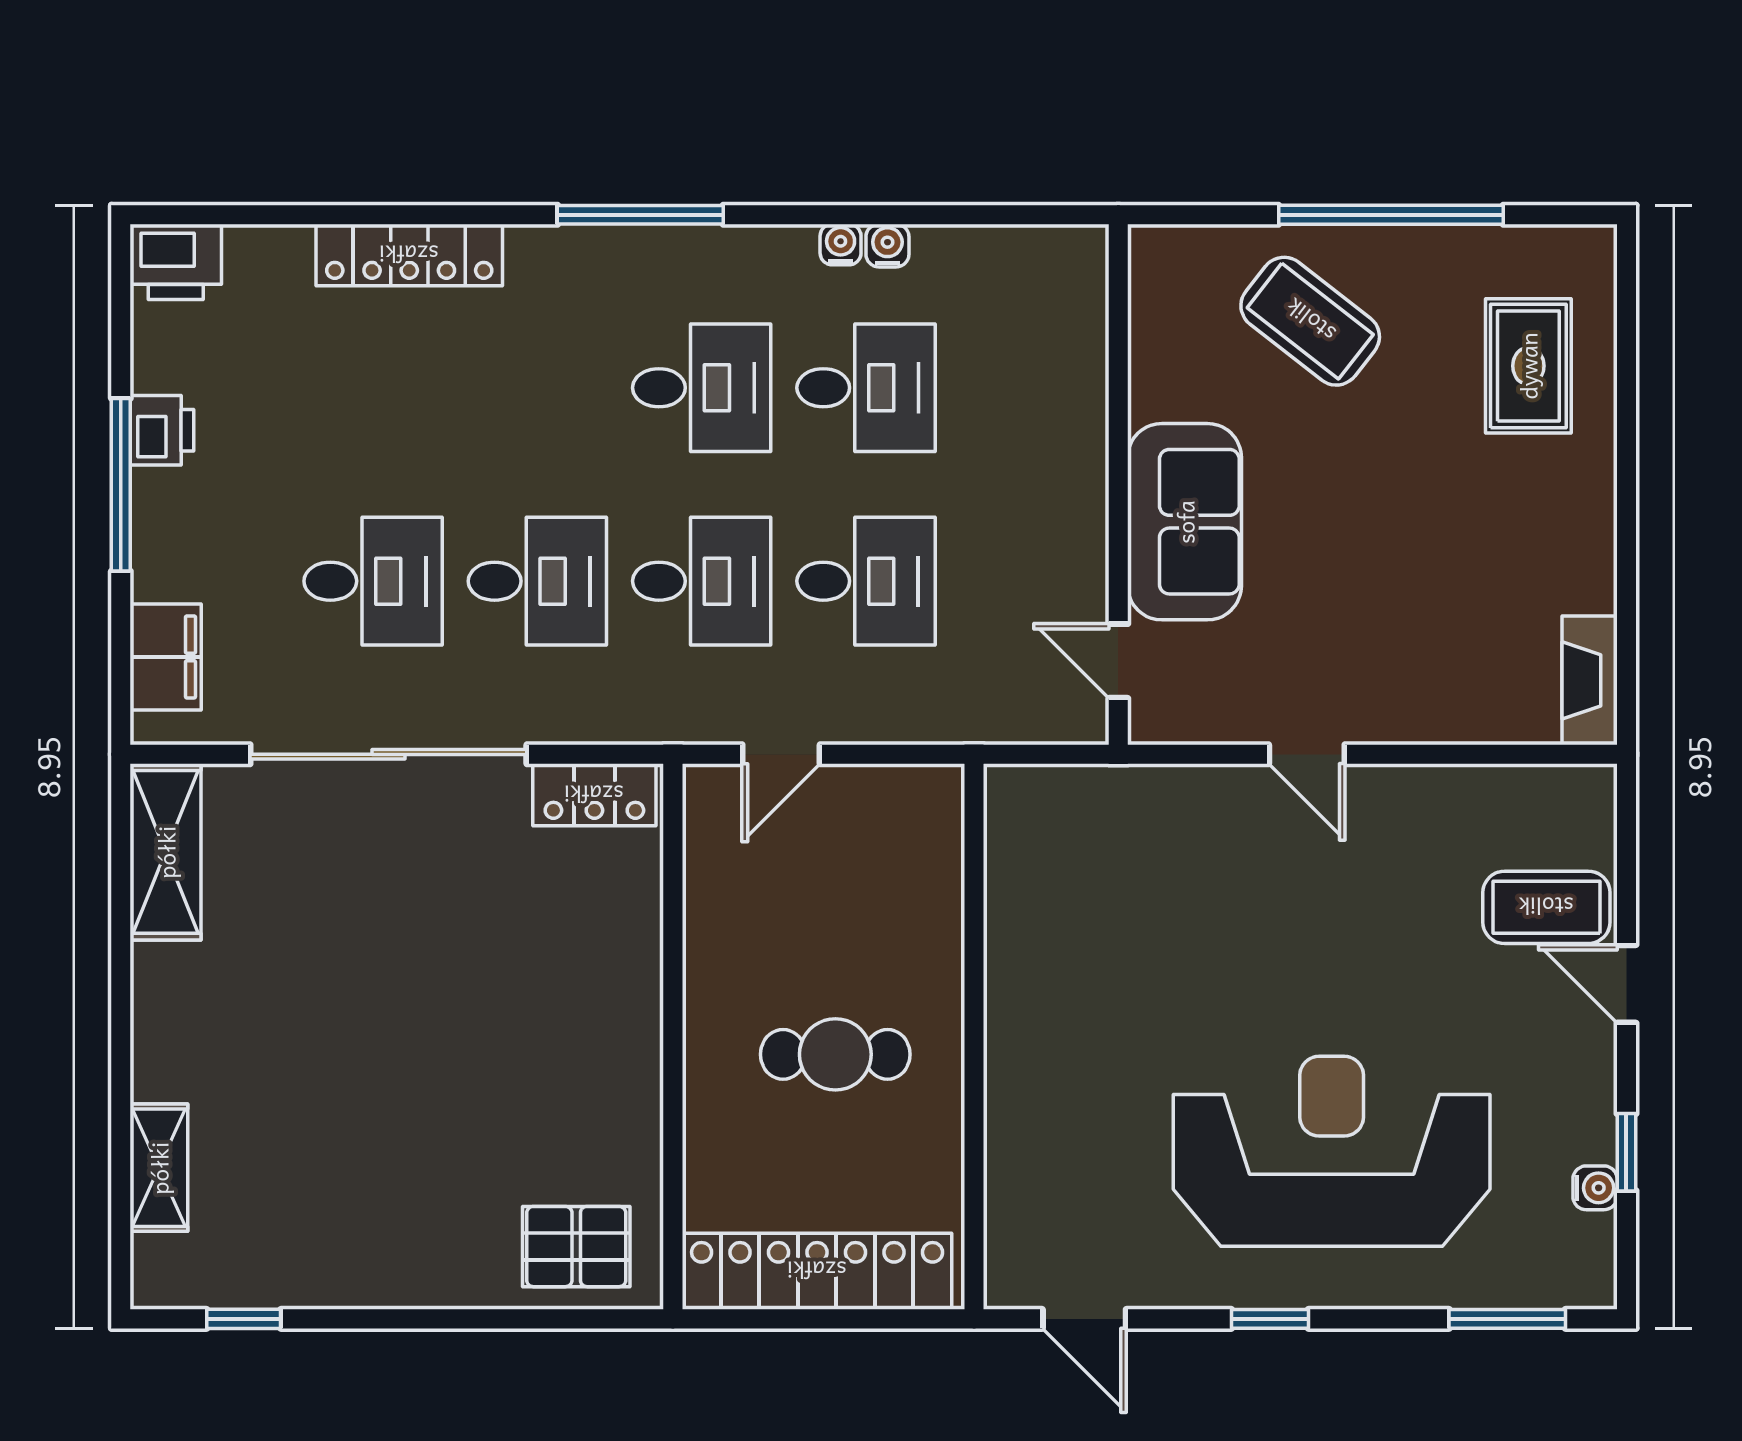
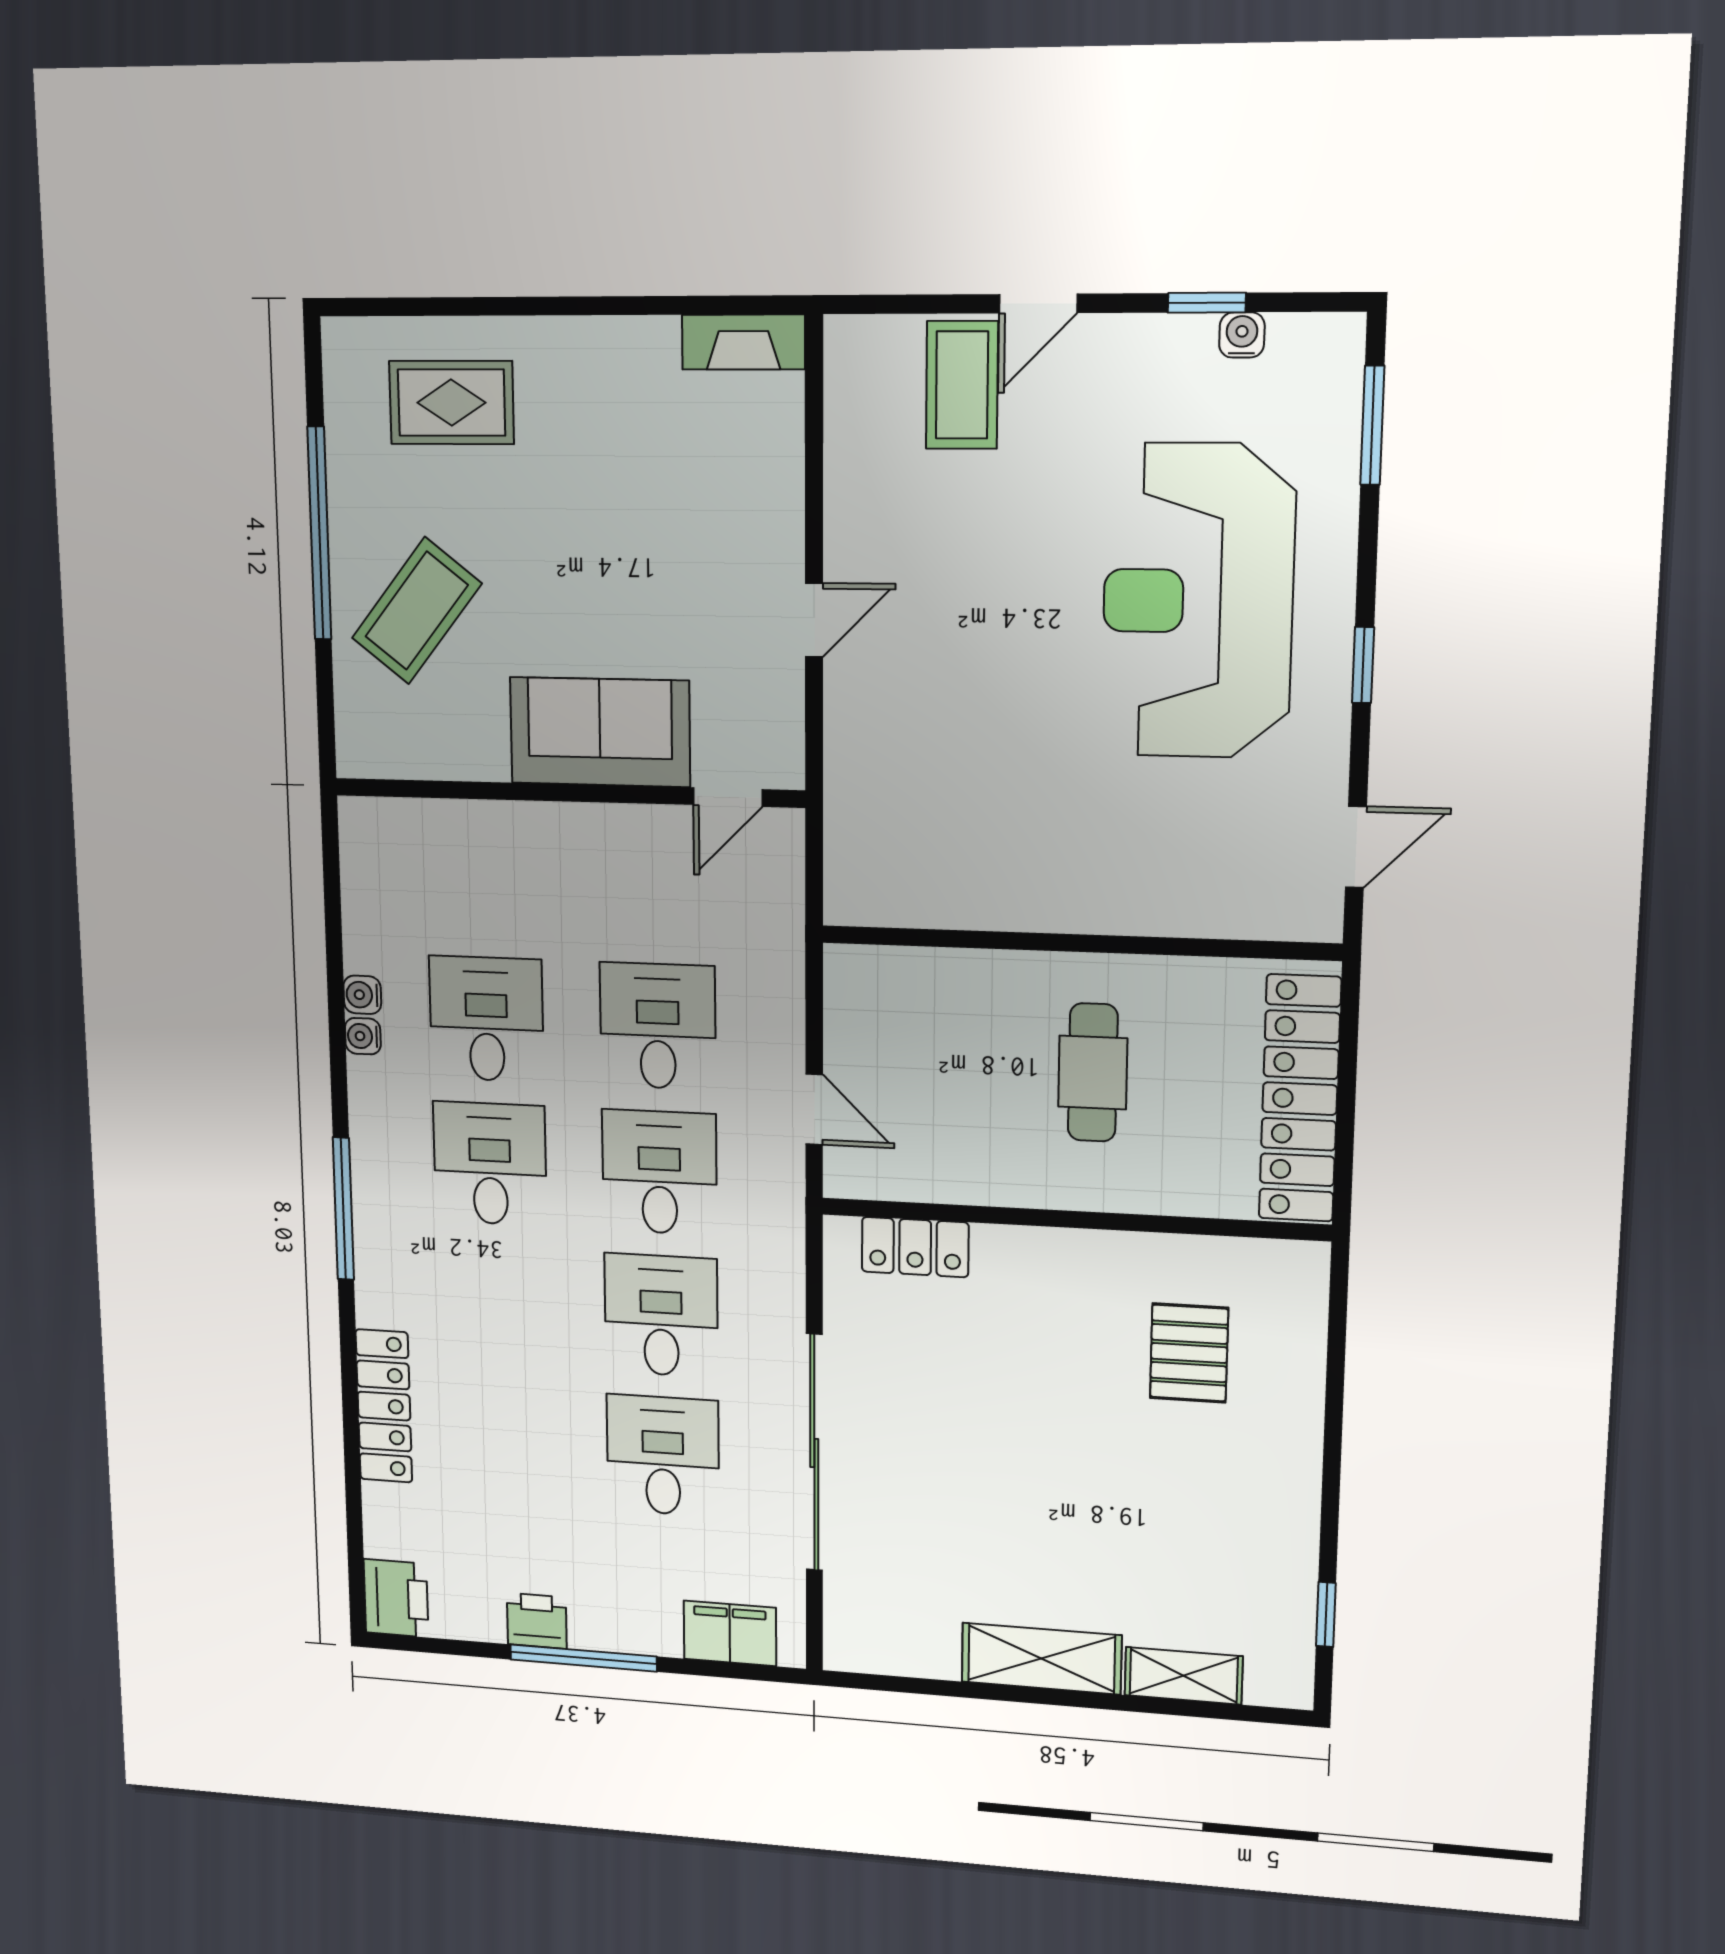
locker: (594, 795) -> (915, 1247), moved, turned 90
shelving: (166, 852) -> (1041, 1659), moved
pallet: (576, 1247) -> (1189, 1353), moved

